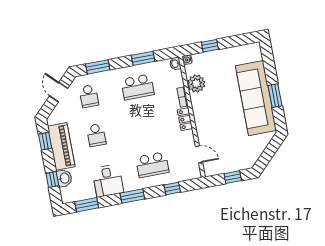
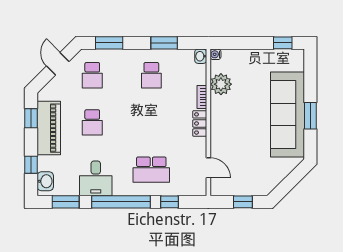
window: (210, 46) -> (283, 43), moved
school desk: (138, 87) -> (151, 75), width x0.54
washbasin: (64, 178) -> (45, 181), moved
window: (132, 196) -> (121, 202), width x2.11

